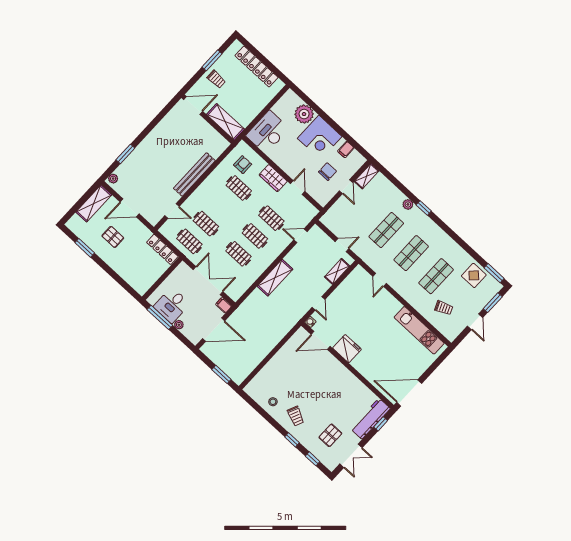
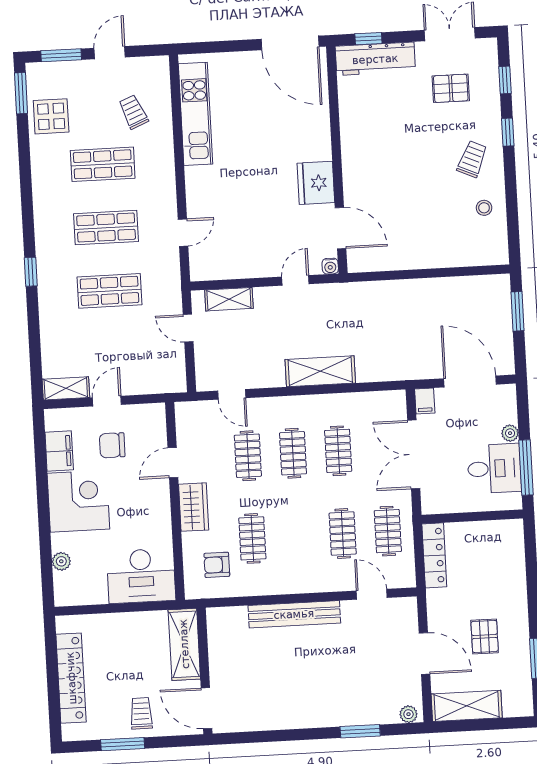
plant: (304, 114) -> (61, 561), width x0.53, depth x0.53
filing cabinet: (346, 150) -> (59, 451), width x2.00
plant: (408, 204) -> (47, 297), removed

